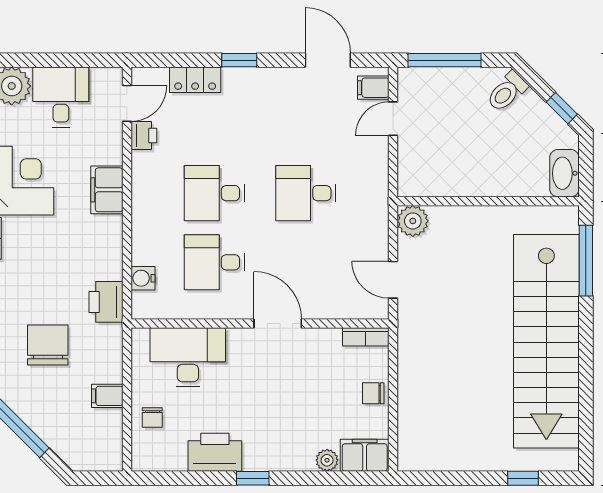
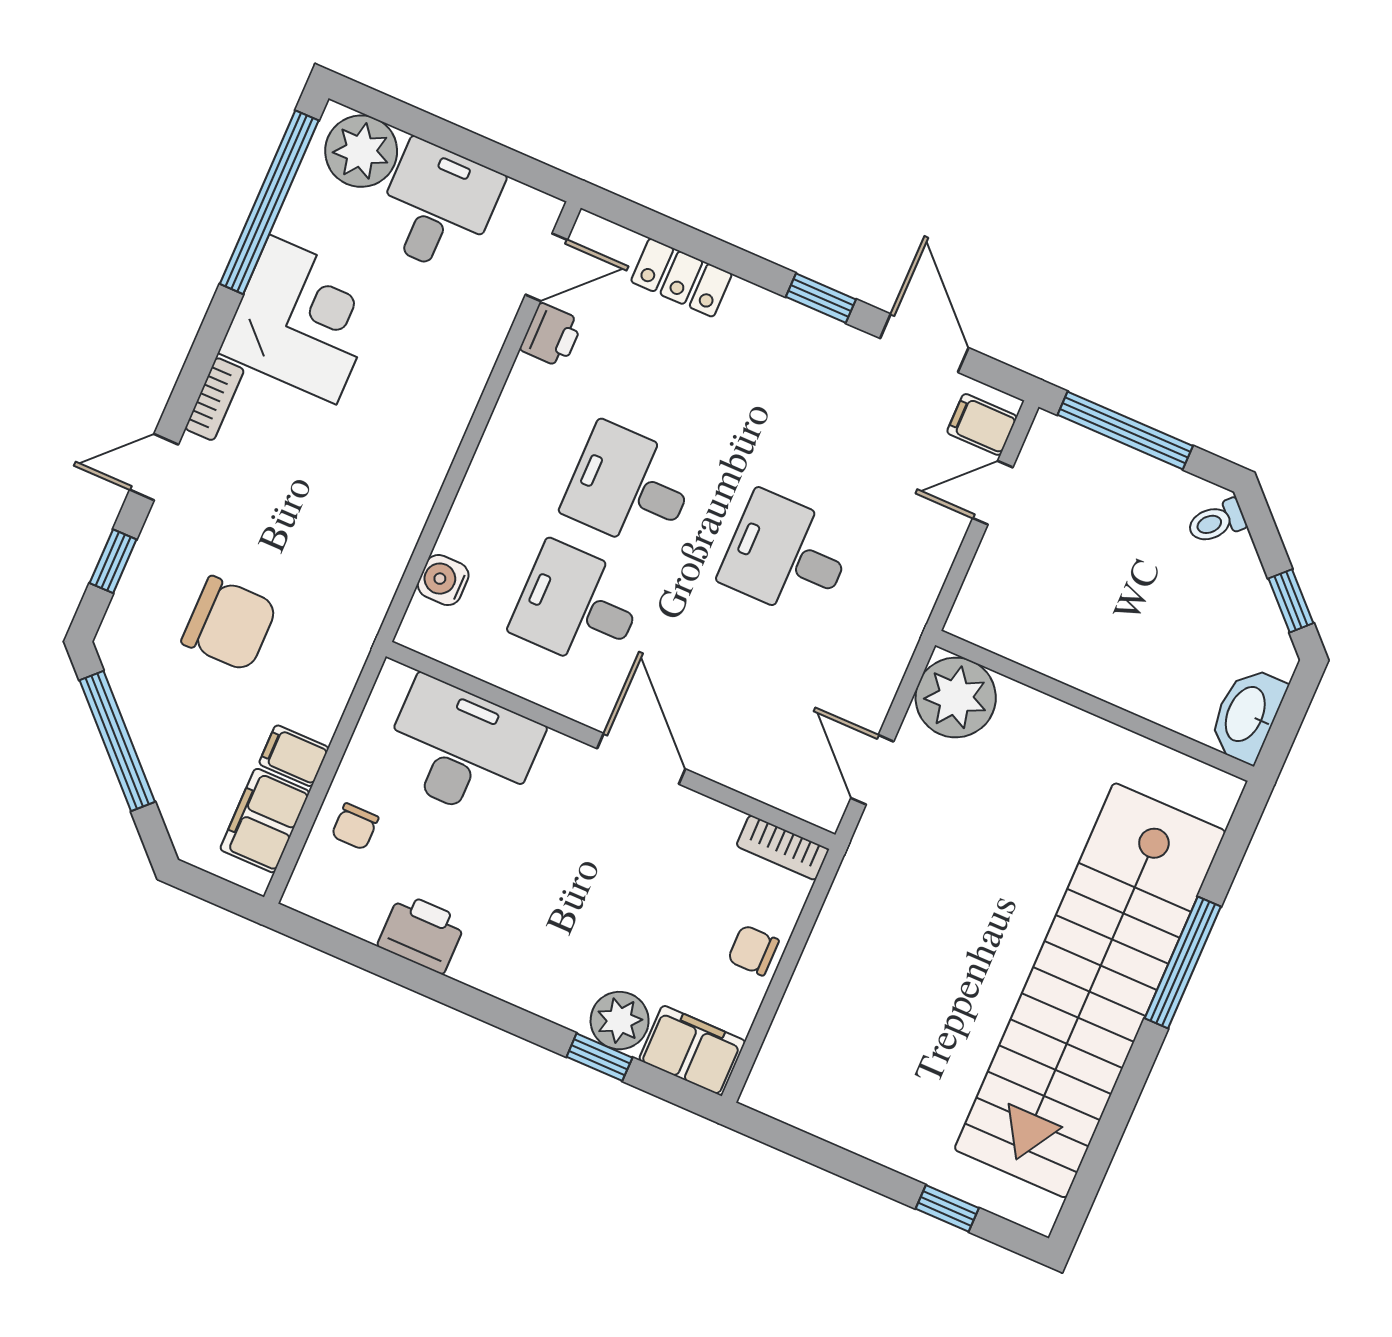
window: (239, 60) -> (821, 298), moved
toilet: (507, 92) -> (1216, 522), width x0.73, depth x0.72
filing cabinet: (107, 190) -> (265, 821), moved
plant: (413, 221) -> (956, 697), width x1.36, depth x1.36
window: (586, 261) -> (1183, 962), moved
printer: (106, 302) -> (362, 593), removed
chair: (48, 345) -> (229, 624), turned 90
printer: (215, 452) -> (422, 933), width x0.73, depth x0.84
plant: (327, 460) -> (620, 1021), width x1.38, depth x1.38
window: (253, 478) -> (599, 1057), moved

